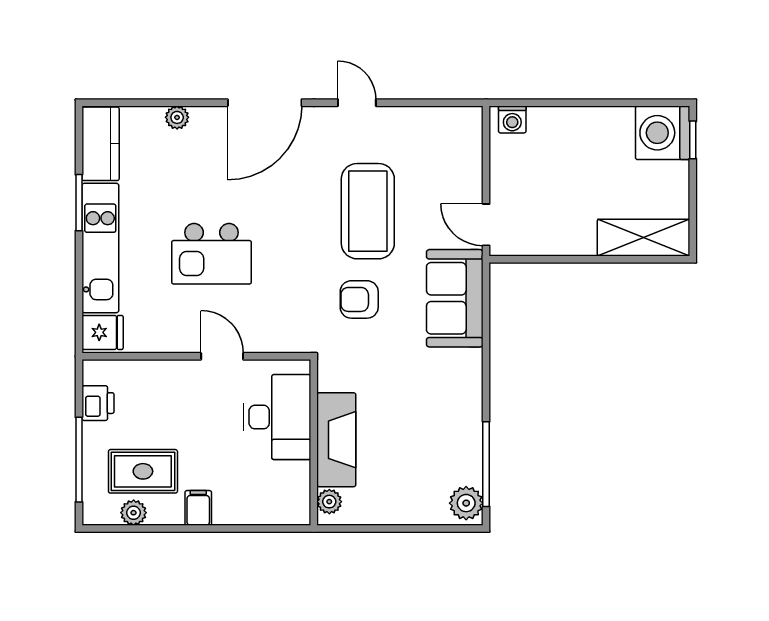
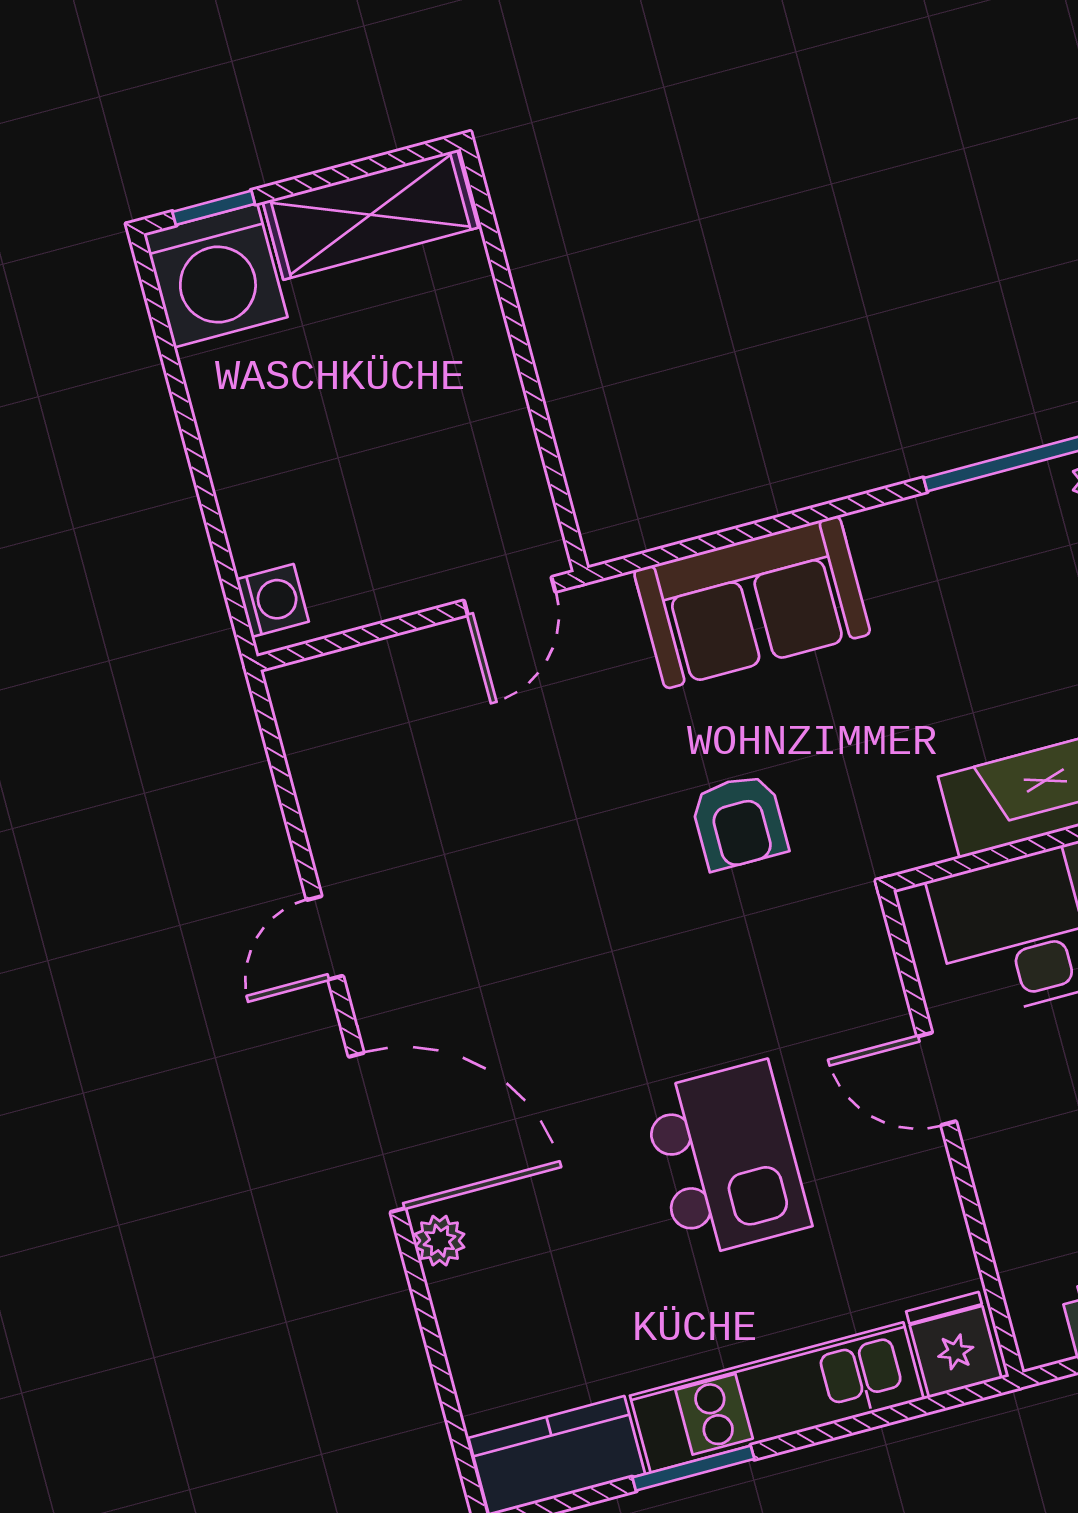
plant: (177, 117) -> (440, 1241), moved
coffee table: (368, 211) -> (548, 854), removed
shelving: (643, 238) -> (370, 215), moved, turned 90
sofa: (455, 298) -> (752, 602), moved
door: (222, 356) -> (937, 1079), hinge flipped

